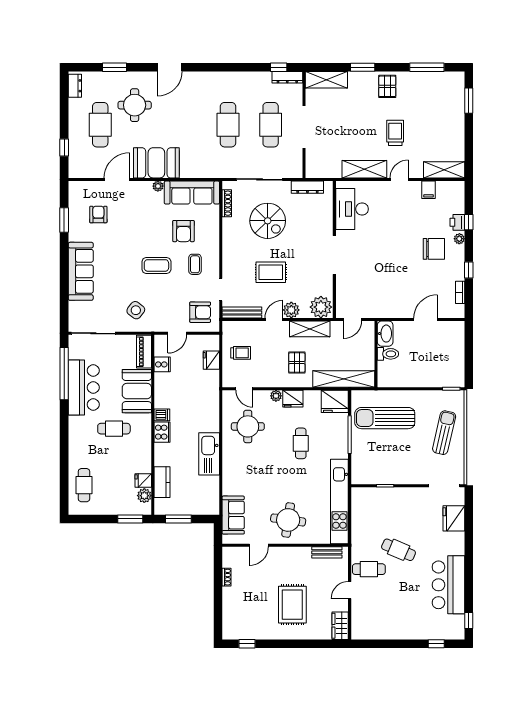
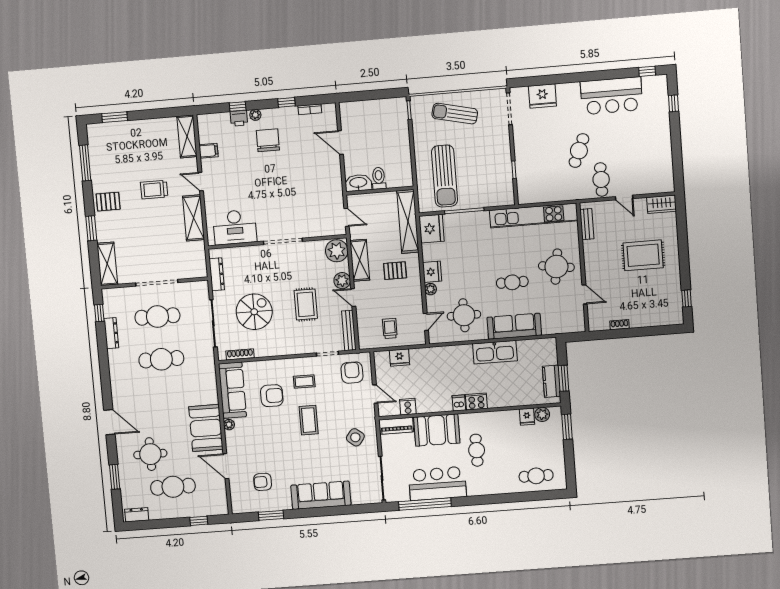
dresser: (287, 77) -> (111, 333), moved
cafe table: (301, 443) -> (512, 282), moved
kitchen counter: (162, 482) -> (551, 381), moved, turned -90
sofa: (233, 515) -> (514, 326), moved, width x1.36

